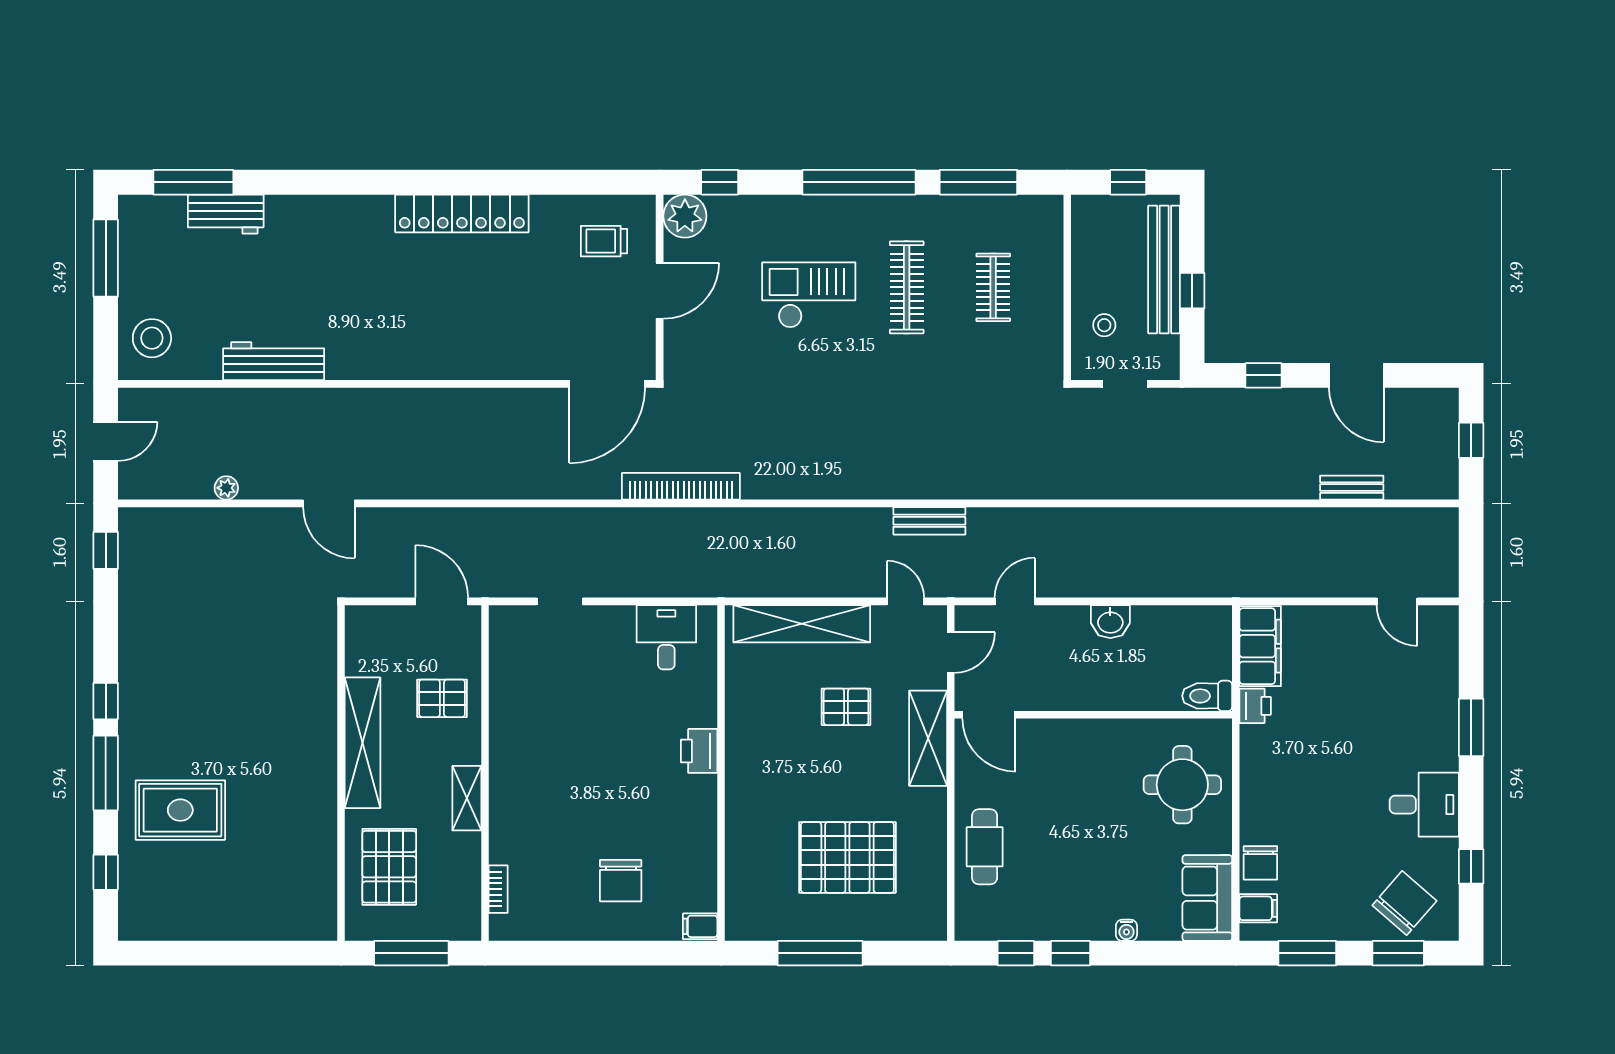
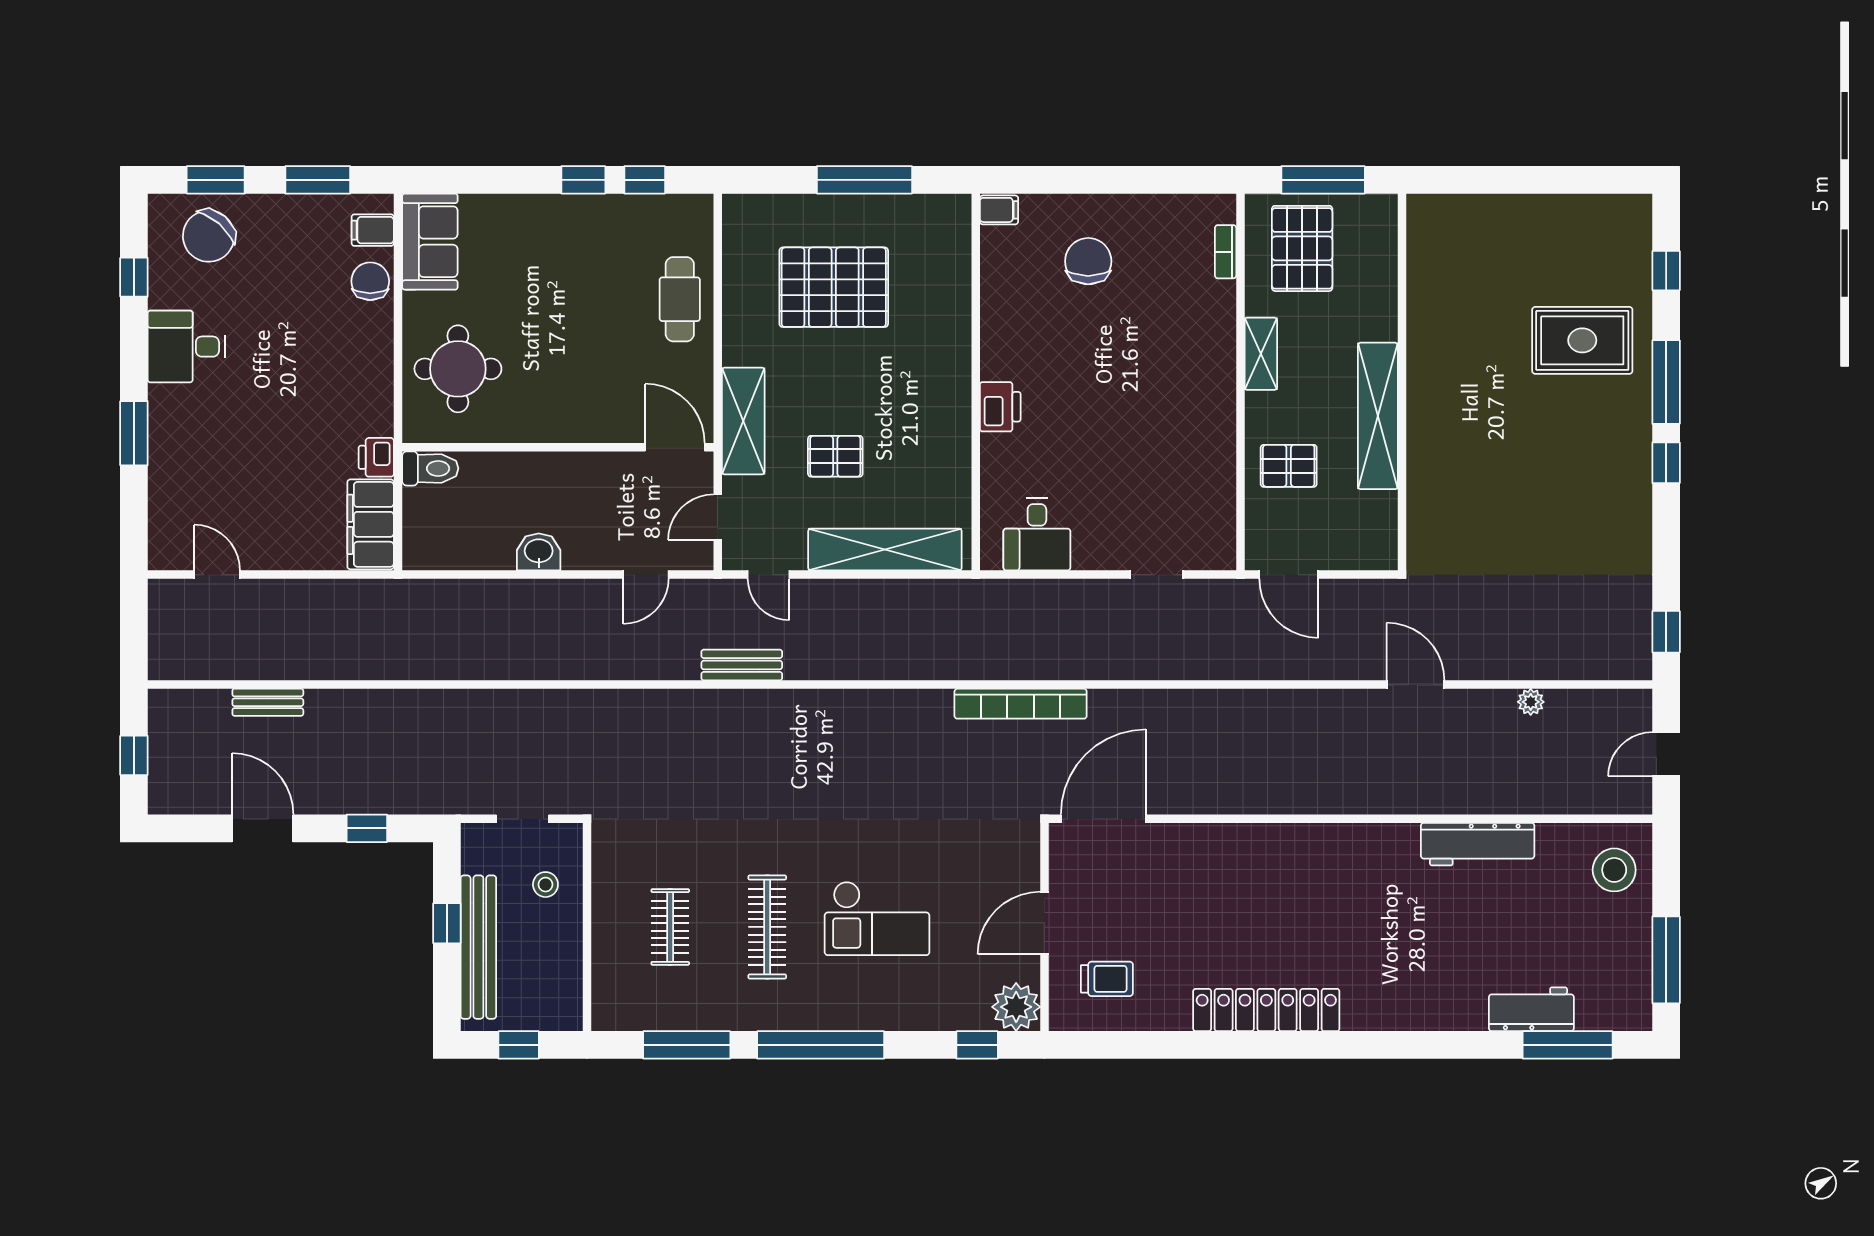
pallet: (389, 867) -> (1302, 248), moved
water cooler: (1126, 930) -> (521, 205), removed

